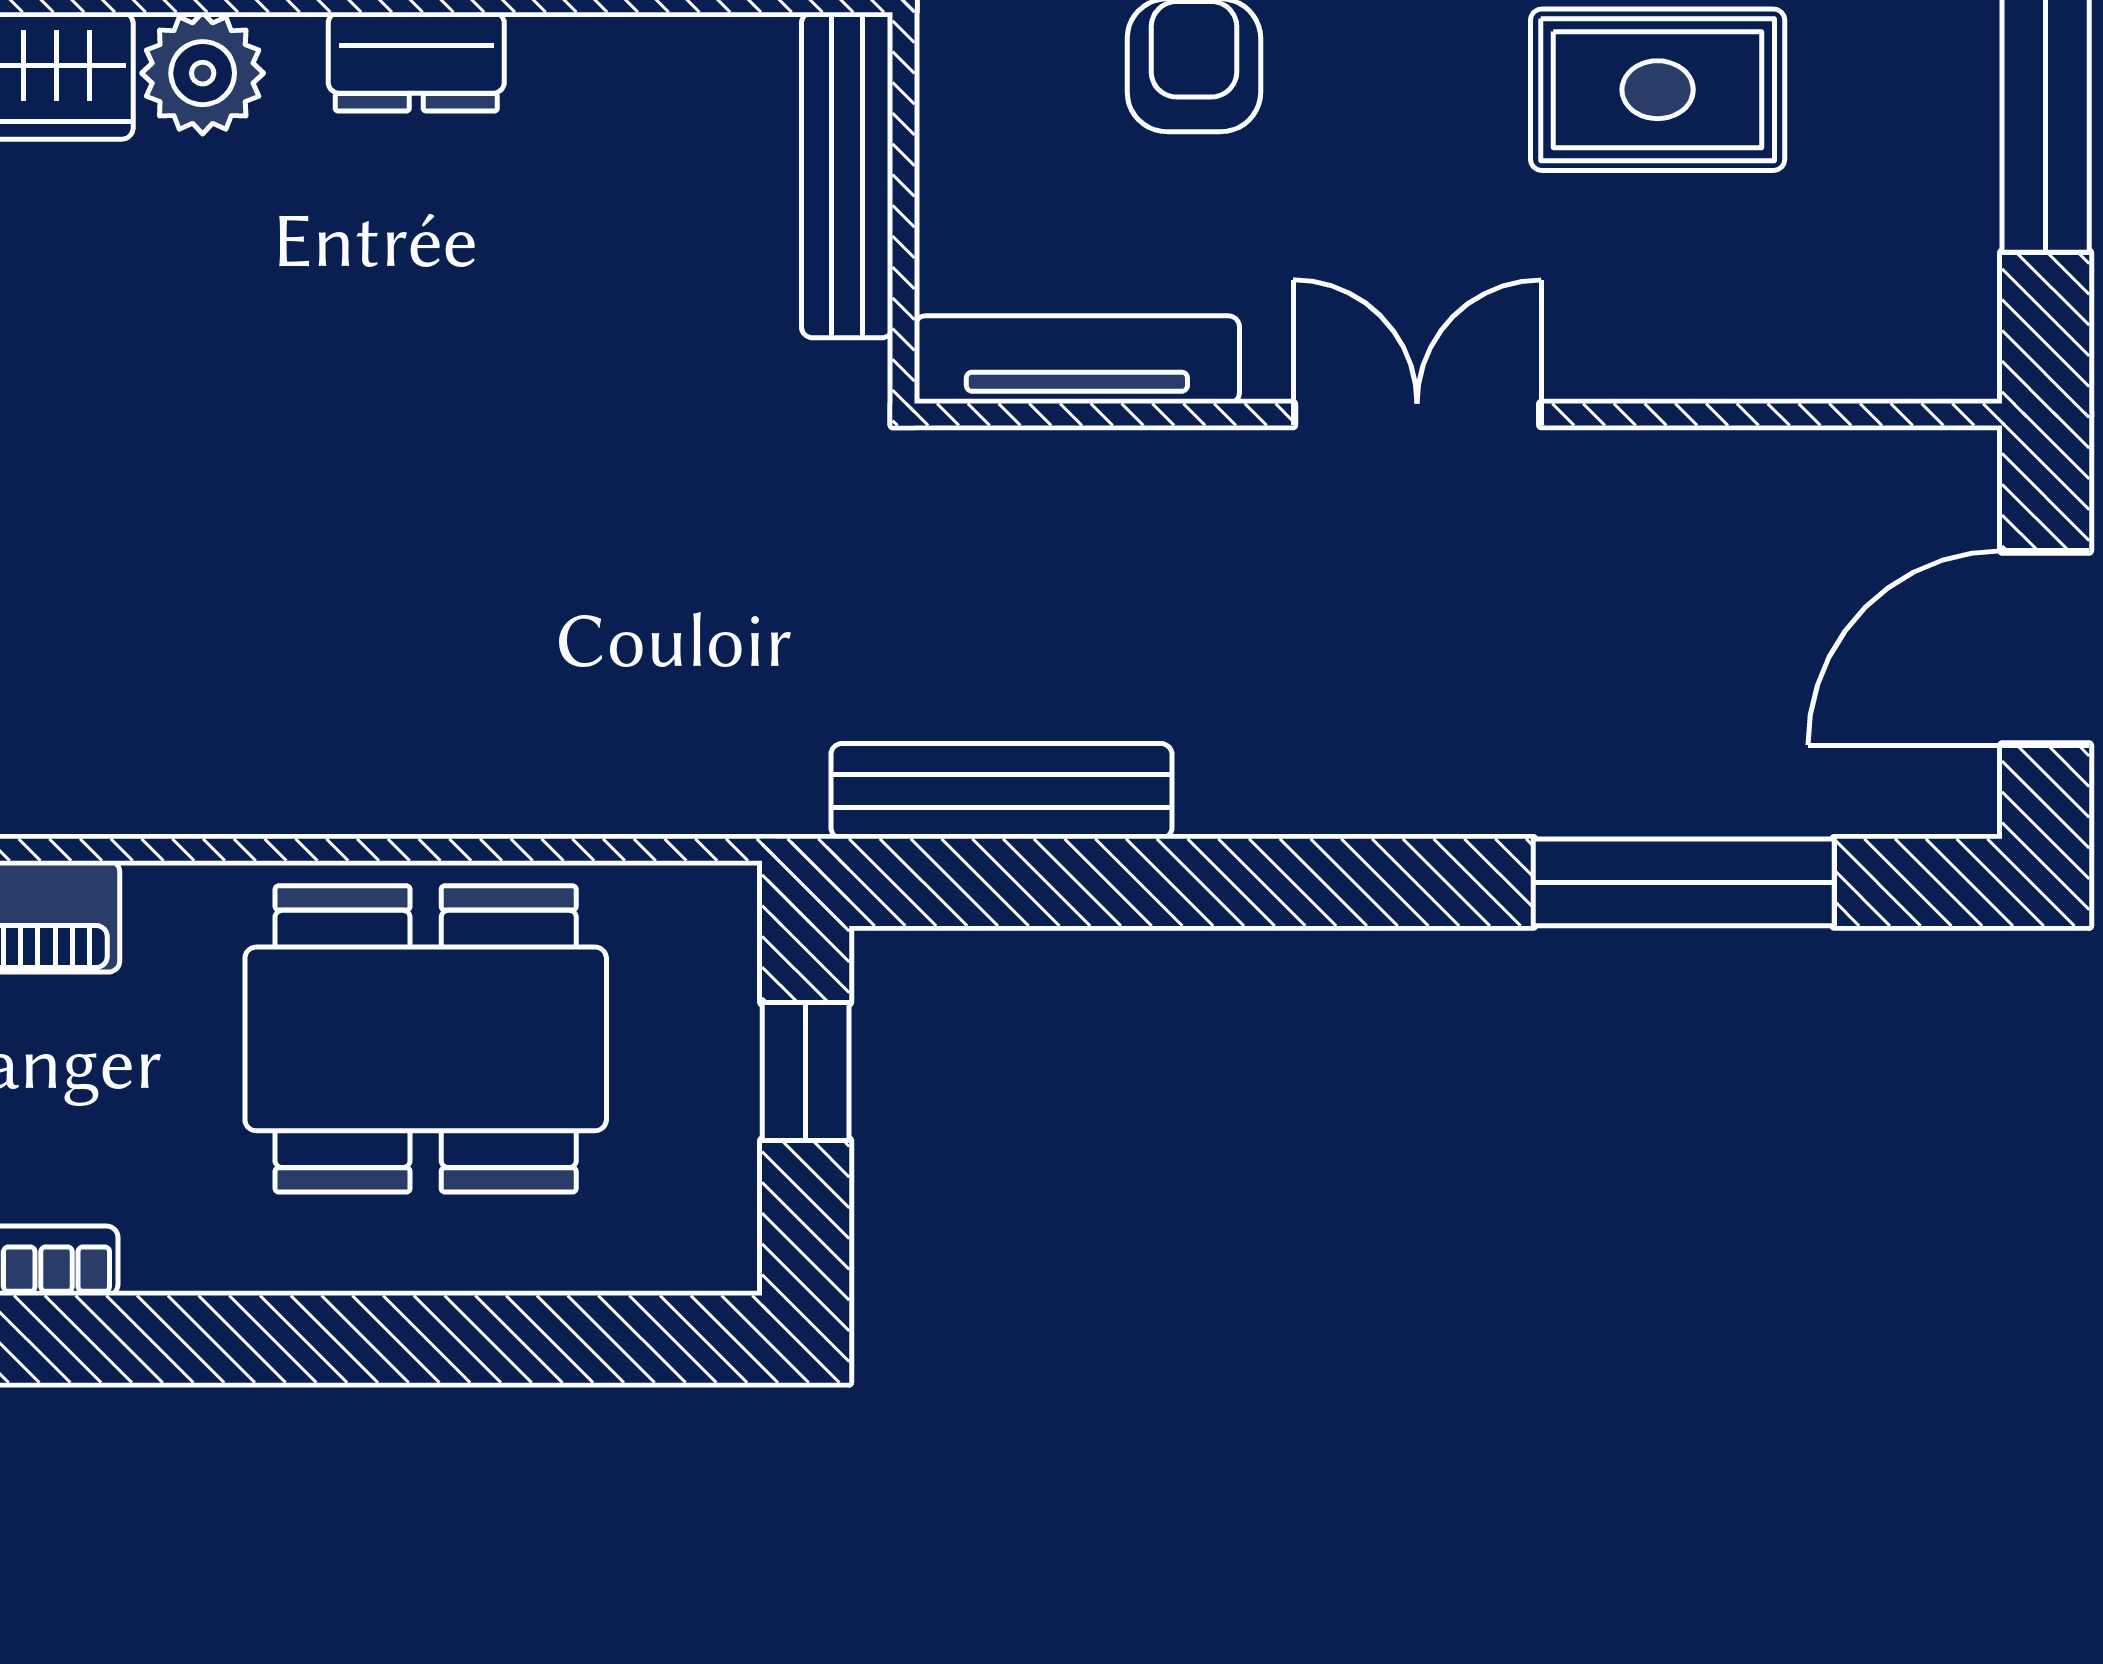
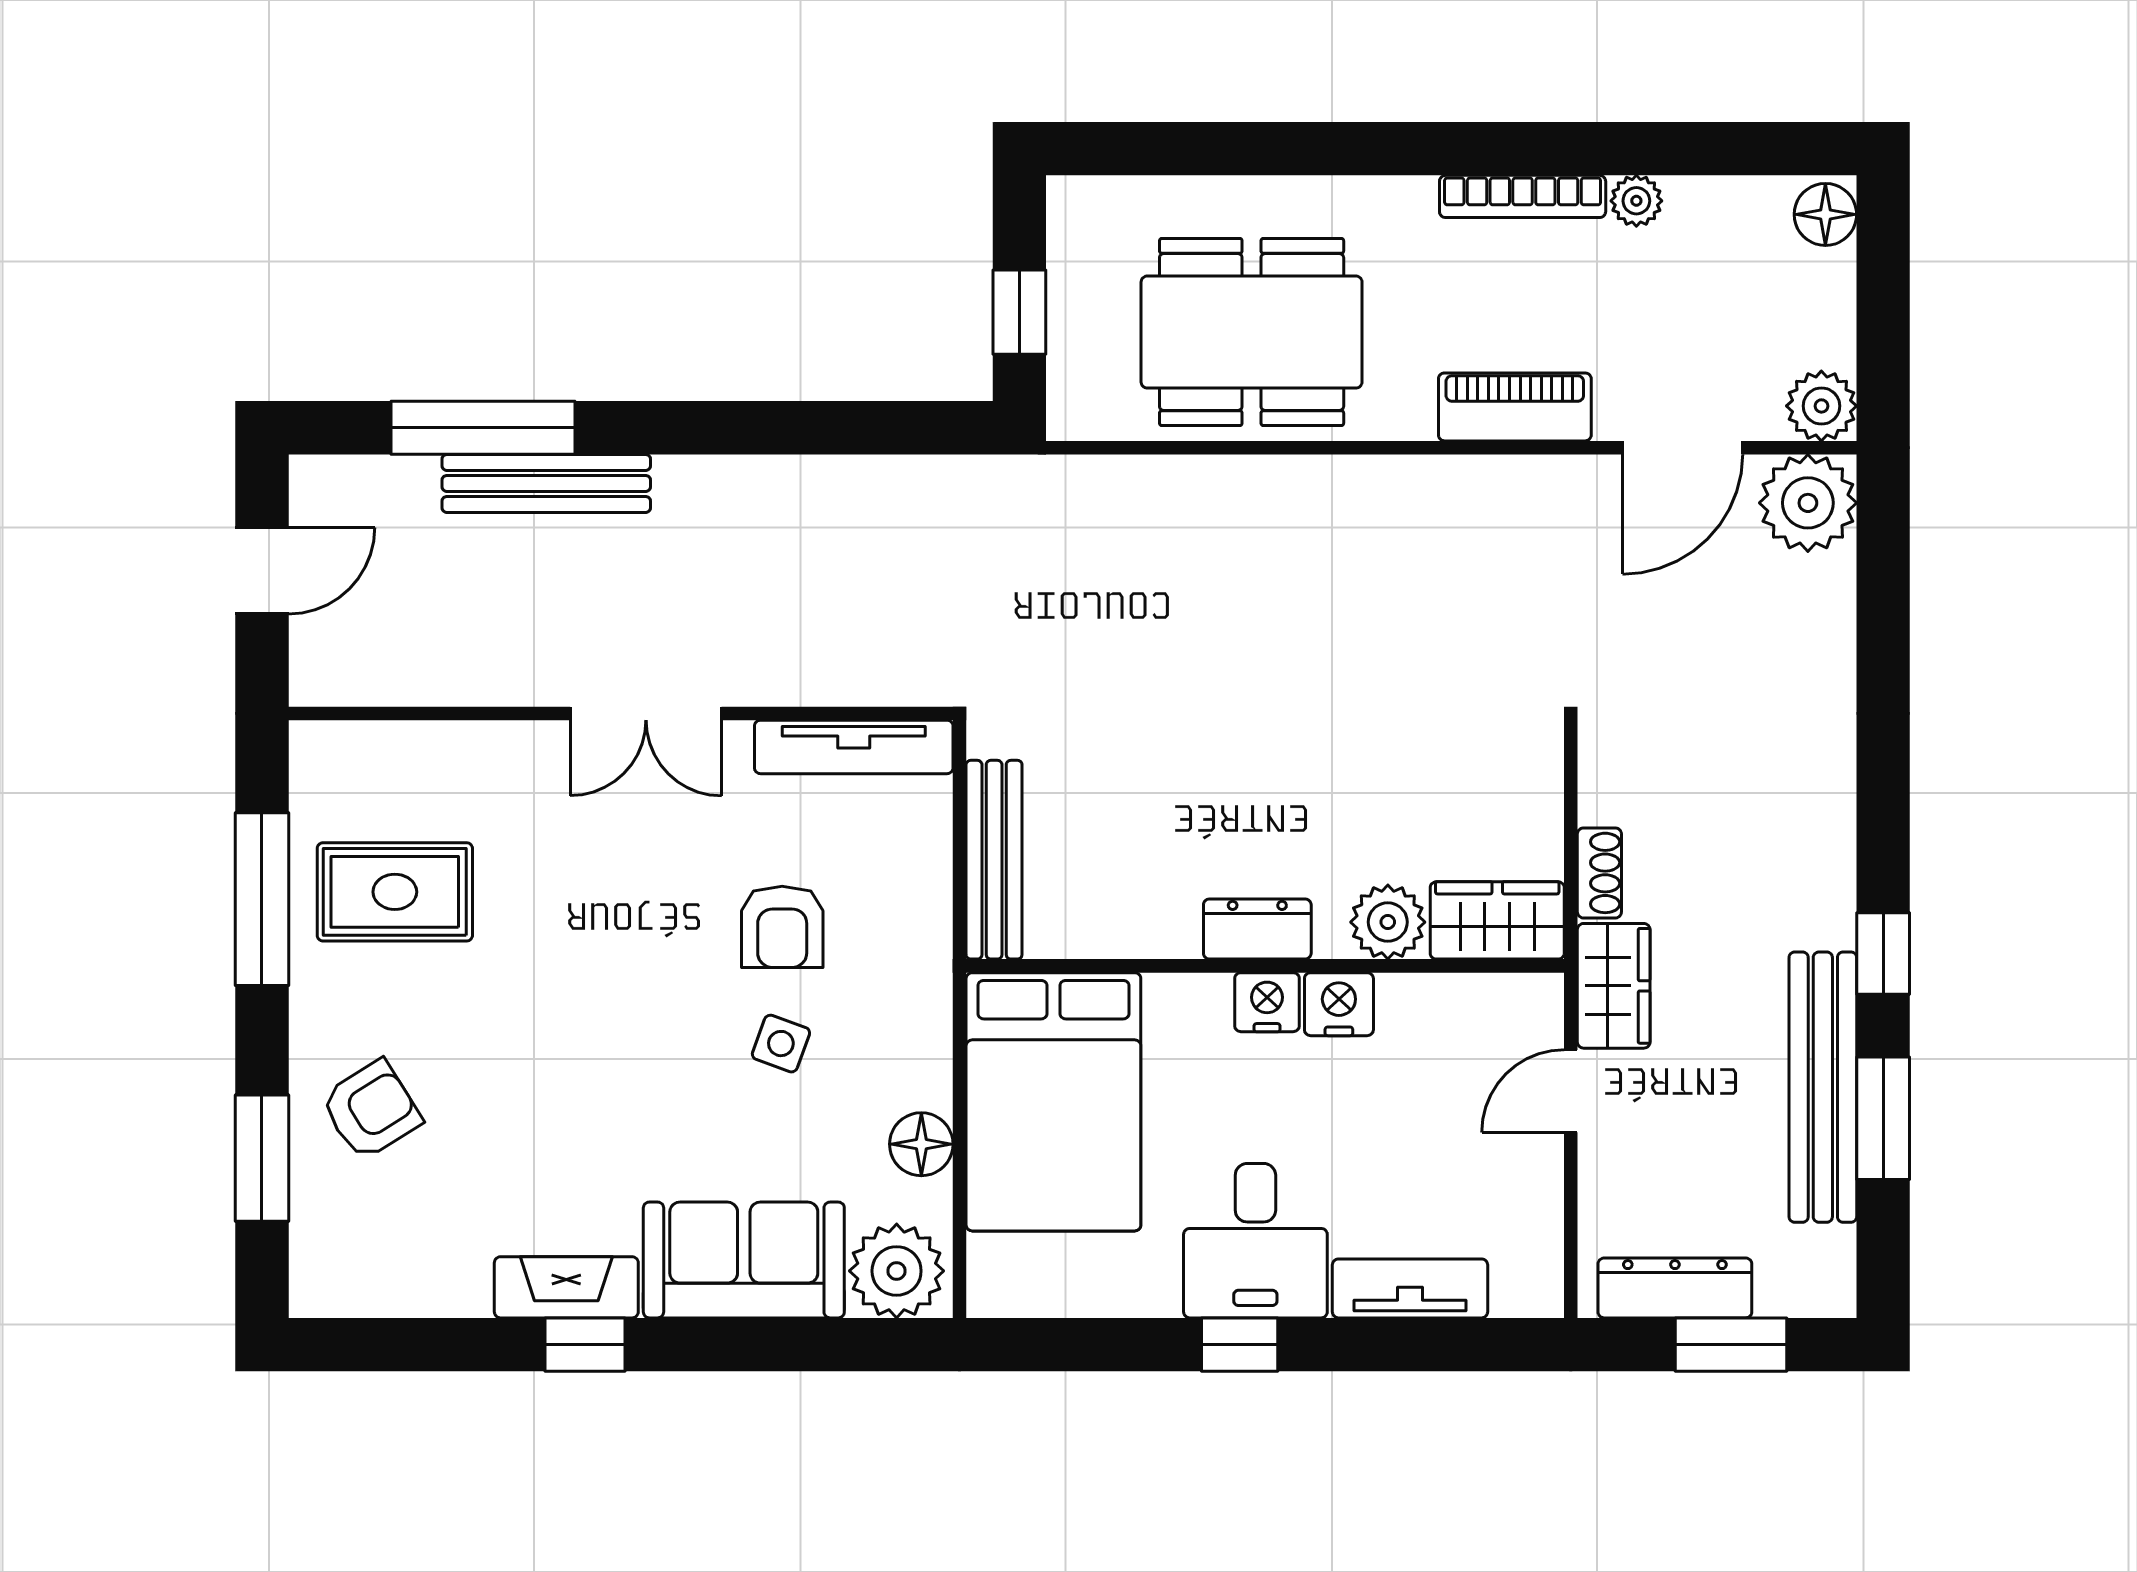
rug: (1658, 90) -> (395, 892), moved
door: (2046, 648) -> (262, 571), width x0.73
bench: (1001, 791) -> (546, 483), moved

